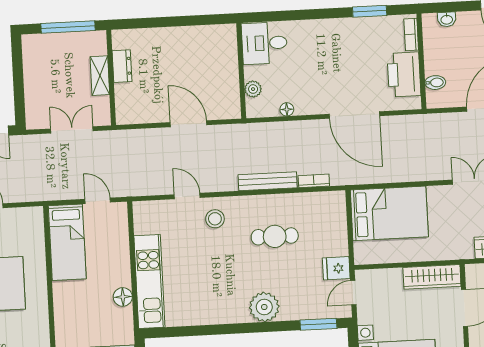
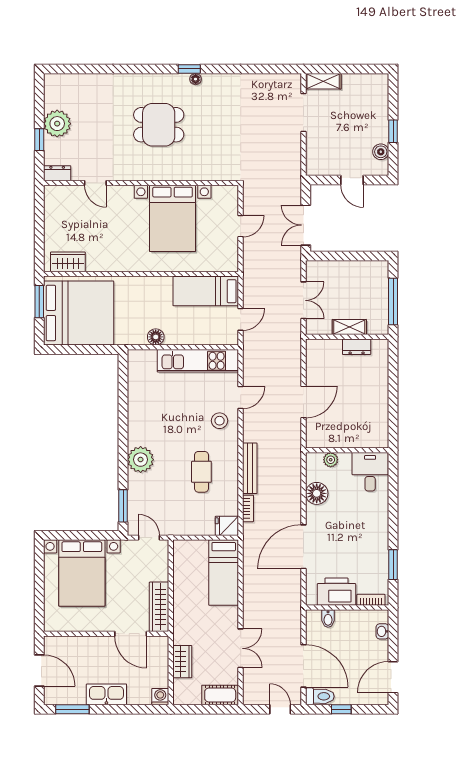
floor lamp: (287, 109) -> (317, 493), width x1.89, depth x1.89
bed: (389, 213) -> (224, 573), width x0.67
fridge: (336, 268) -> (227, 526), moved, turned -90
kitchen unit: (149, 282) -> (198, 361), moved

